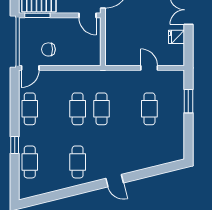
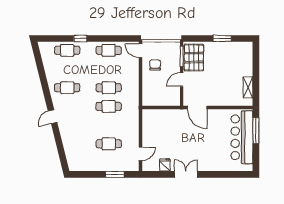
door: (87, 15) -> (182, 79), moved
door: (149, 68) -> (141, 154), moved

